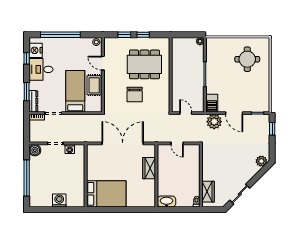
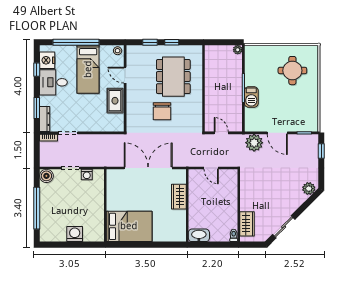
dining table: (144, 64) -> (173, 77), turned 90
bed: (75, 91) -> (88, 69), moved, turned 180
barbecue: (212, 103) -> (251, 97), moved

